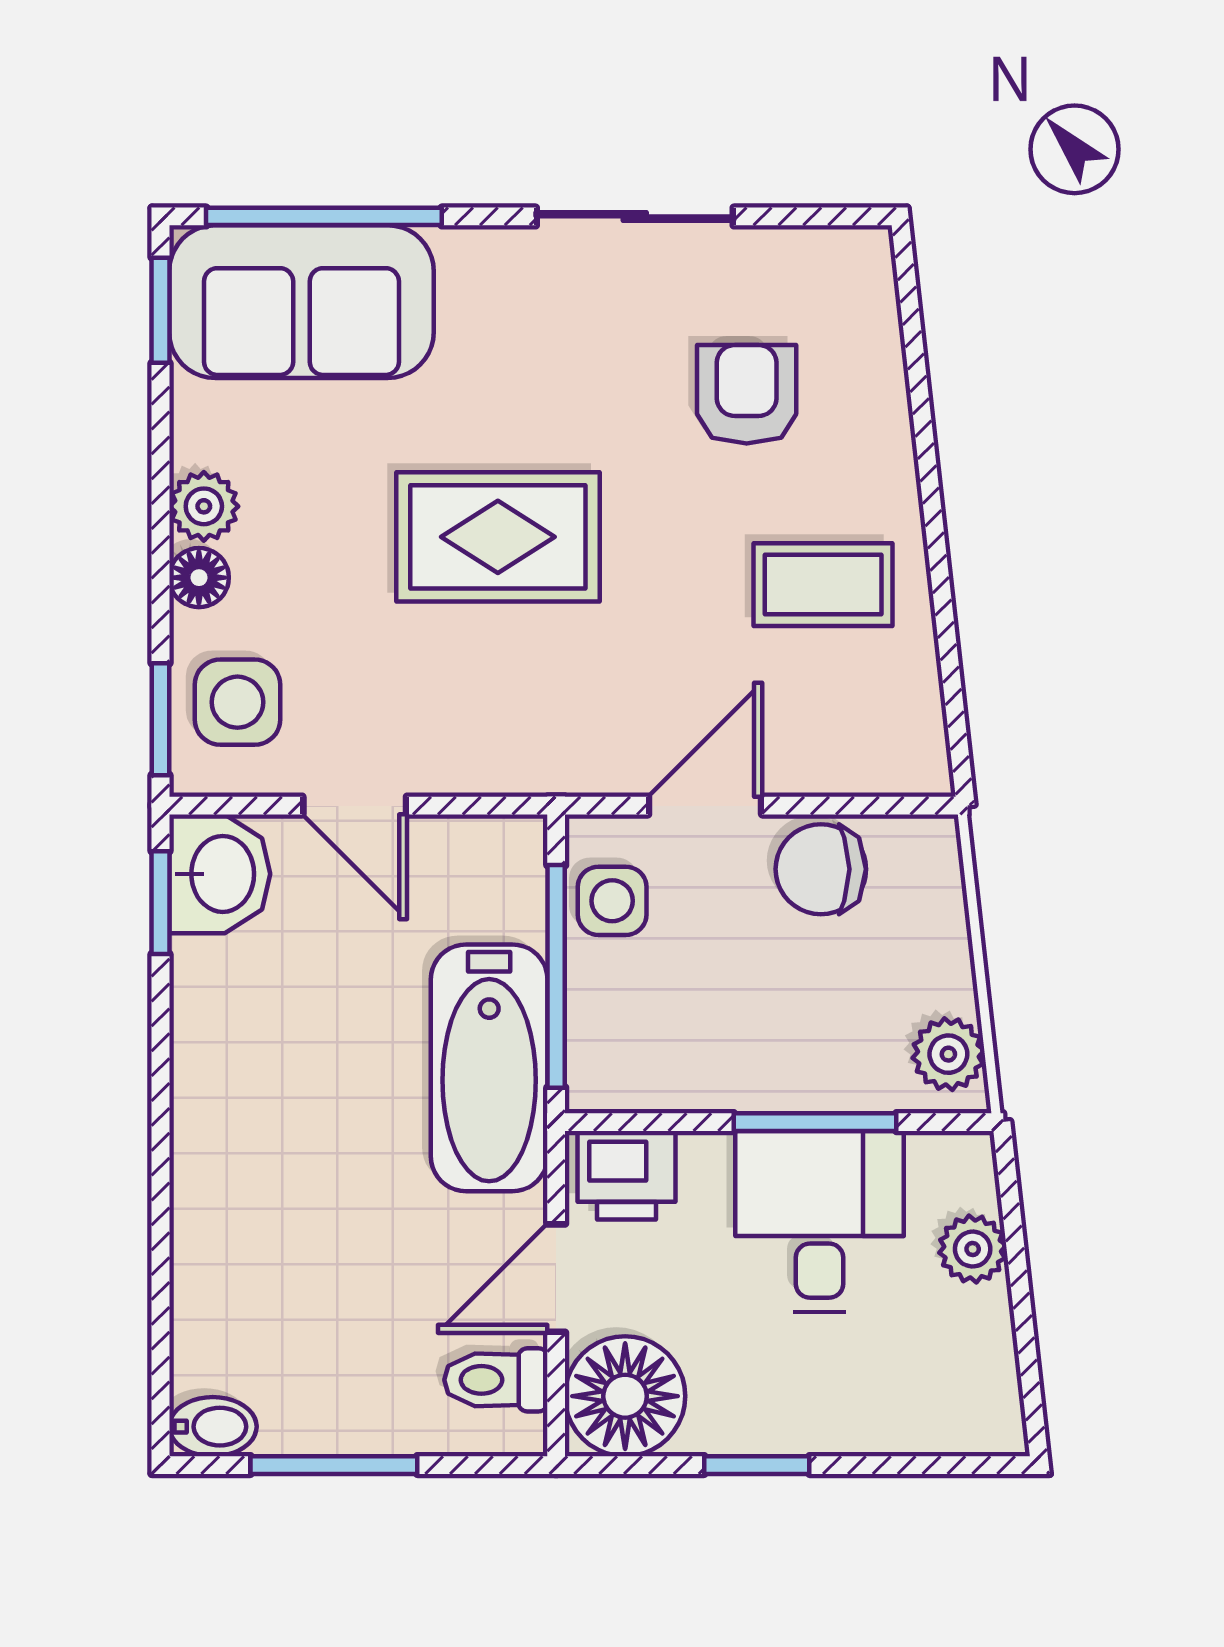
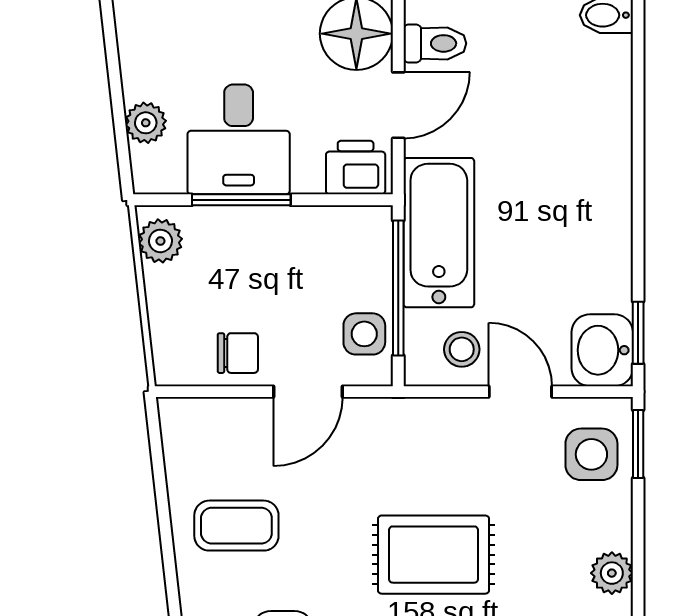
floor lamp: (199, 578) -> (615, 530), removed
chair: (821, 869) -> (238, 353), width x0.73, depth x0.73
stool: (451, 875) -> (462, 349), added

